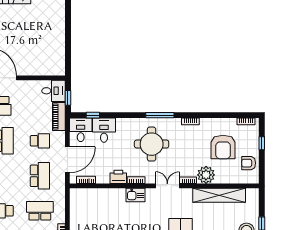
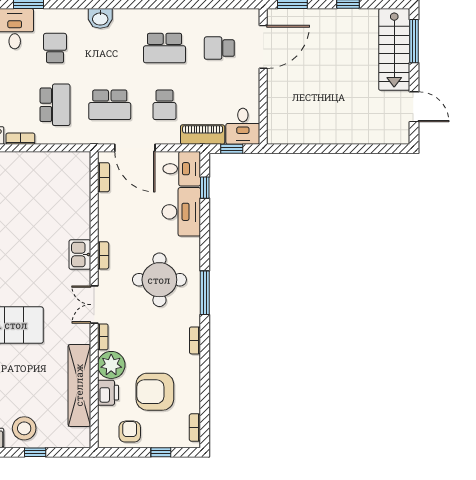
desk: (104, 130) -> (181, 212), width x1.37
printer: (118, 177) -> (108, 393), moved
double door: (167, 186) -> (94, 305), swing flipped

